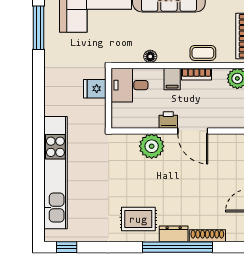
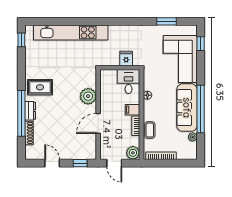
window: (39, 28) -> (166, 21), width x0.69
printer: (168, 120) -> (105, 107), removed
rug: (138, 219) -> (40, 87), turned 90

